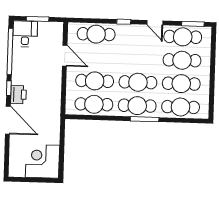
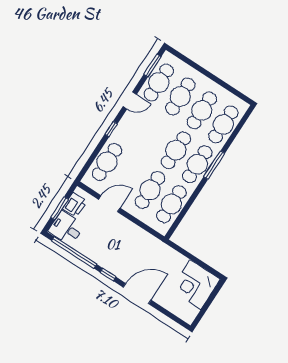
printer: (18, 95) -> (75, 205), moved, turned 90

